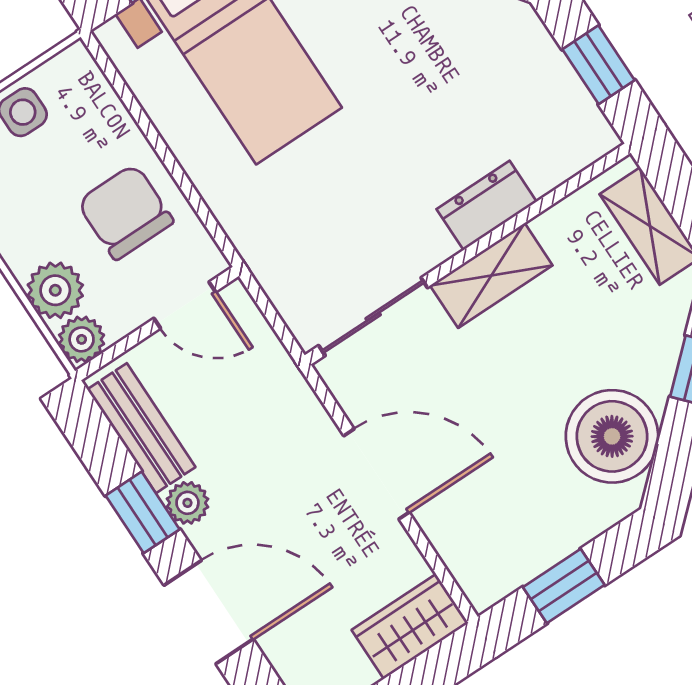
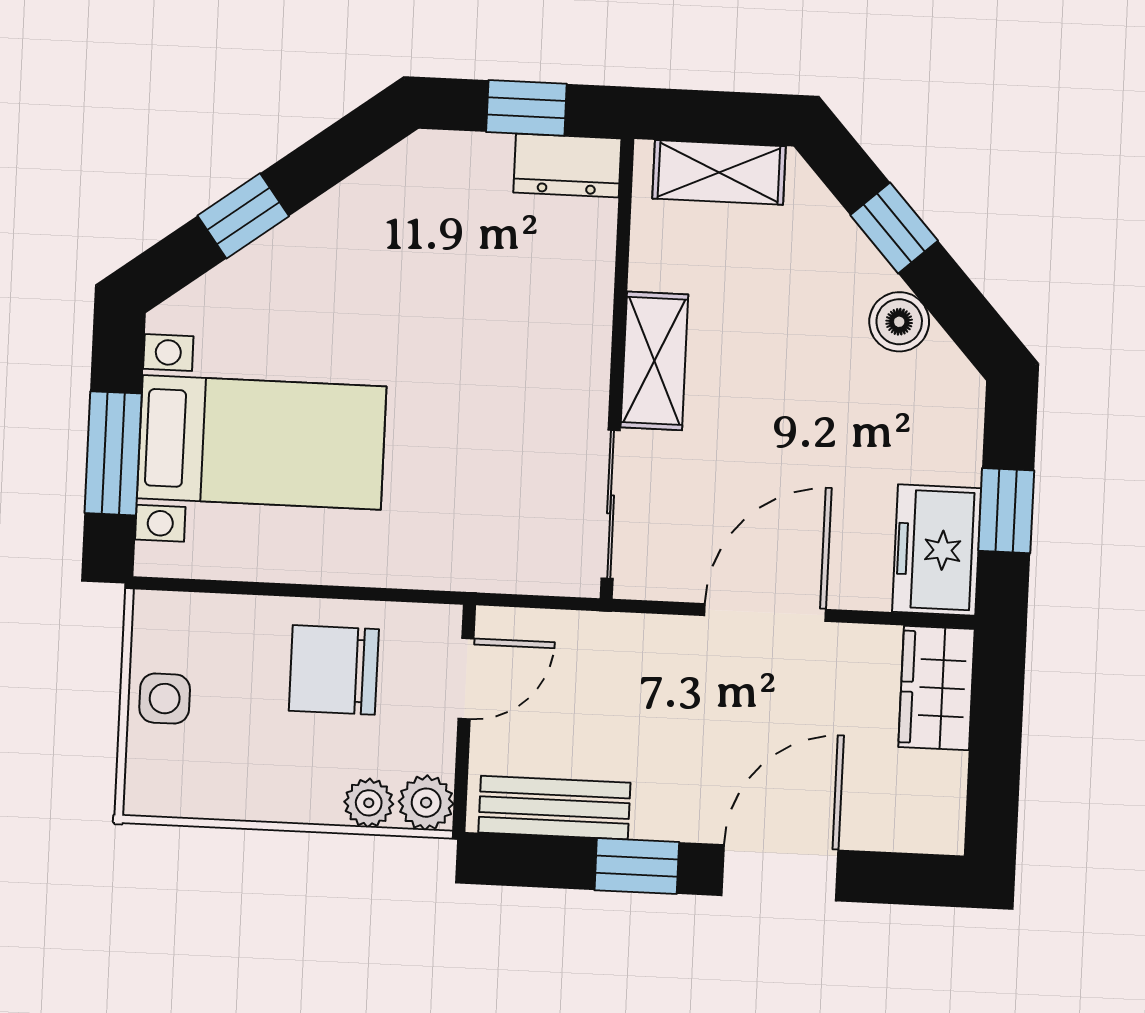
dresser: (487, 205) -> (567, 165), moved, turned -90
plant: (55, 290) -> (369, 803), width x0.73, depth x0.73
boiler: (612, 436) -> (899, 322), width x0.54, depth x0.54
plant: (187, 503) -> (659, 816), removed
freezer: (503, 559) -> (937, 550), added

